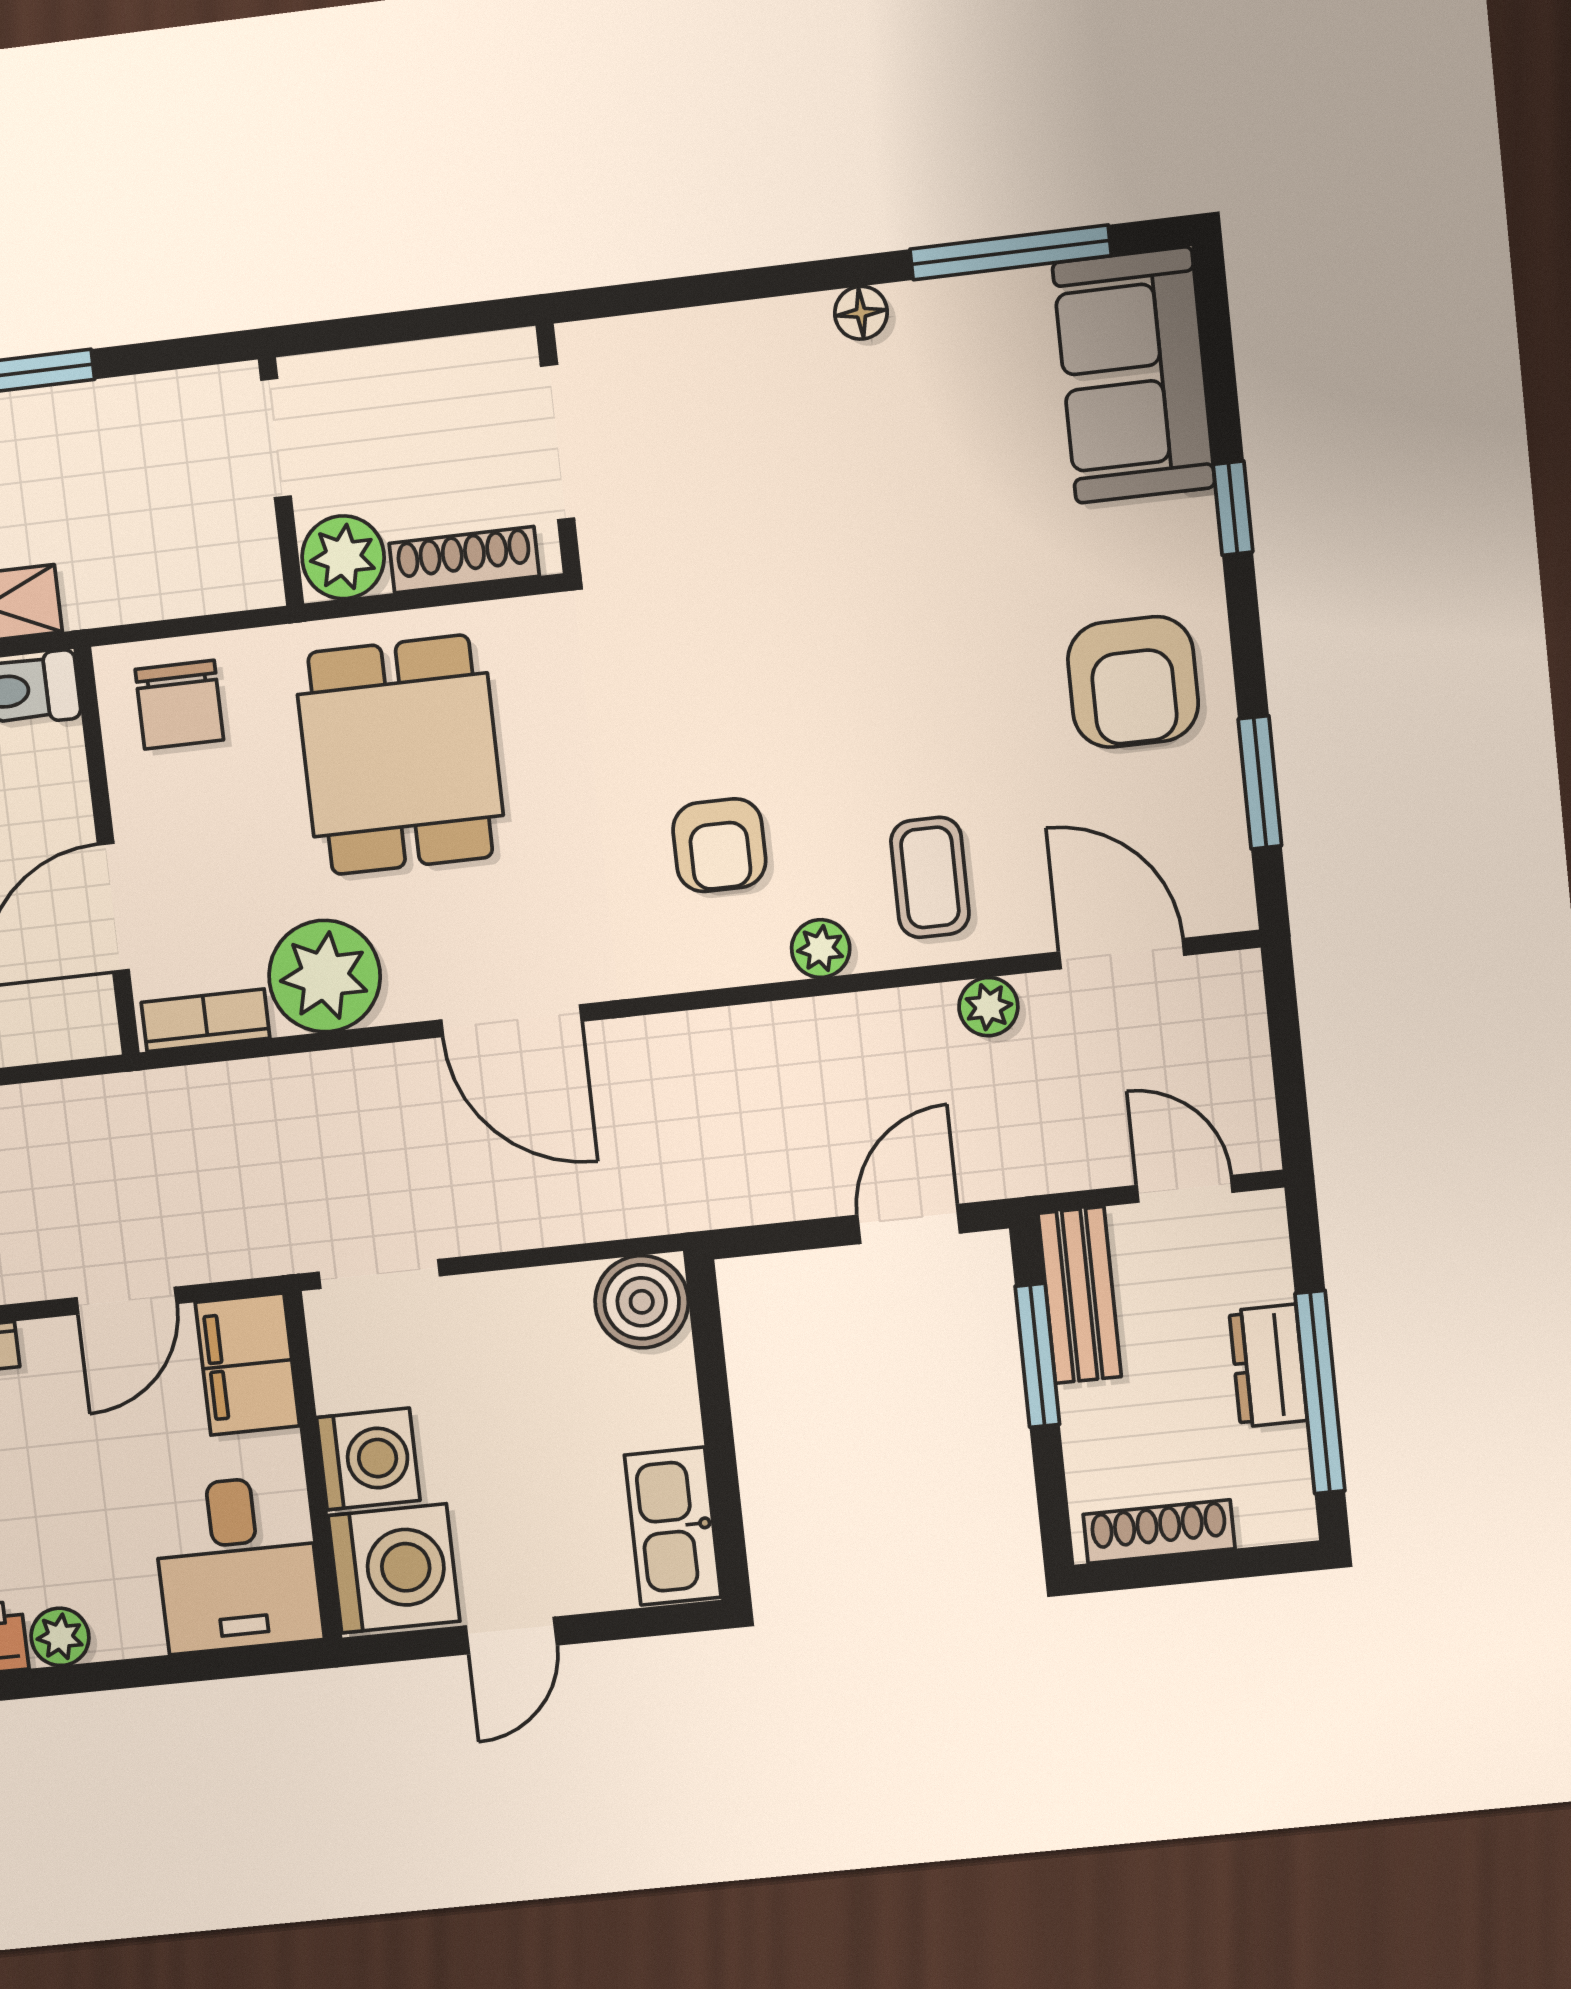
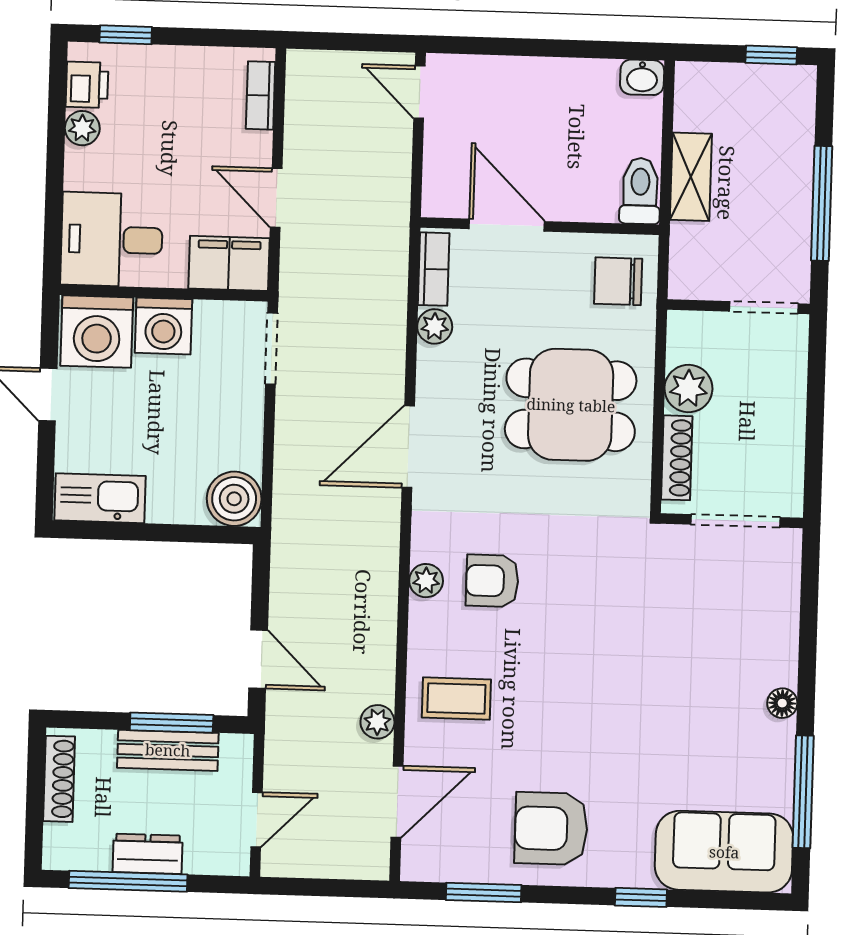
doorway: (276, 438) -> (764, 308), moved
wall: (281, 482) -> (738, 307), moved
plant: (821, 949) -> (426, 581), moved
plant: (325, 976) -> (435, 326), width x0.53, depth x0.53
bench: (1080, 1295) -> (168, 750), moved

